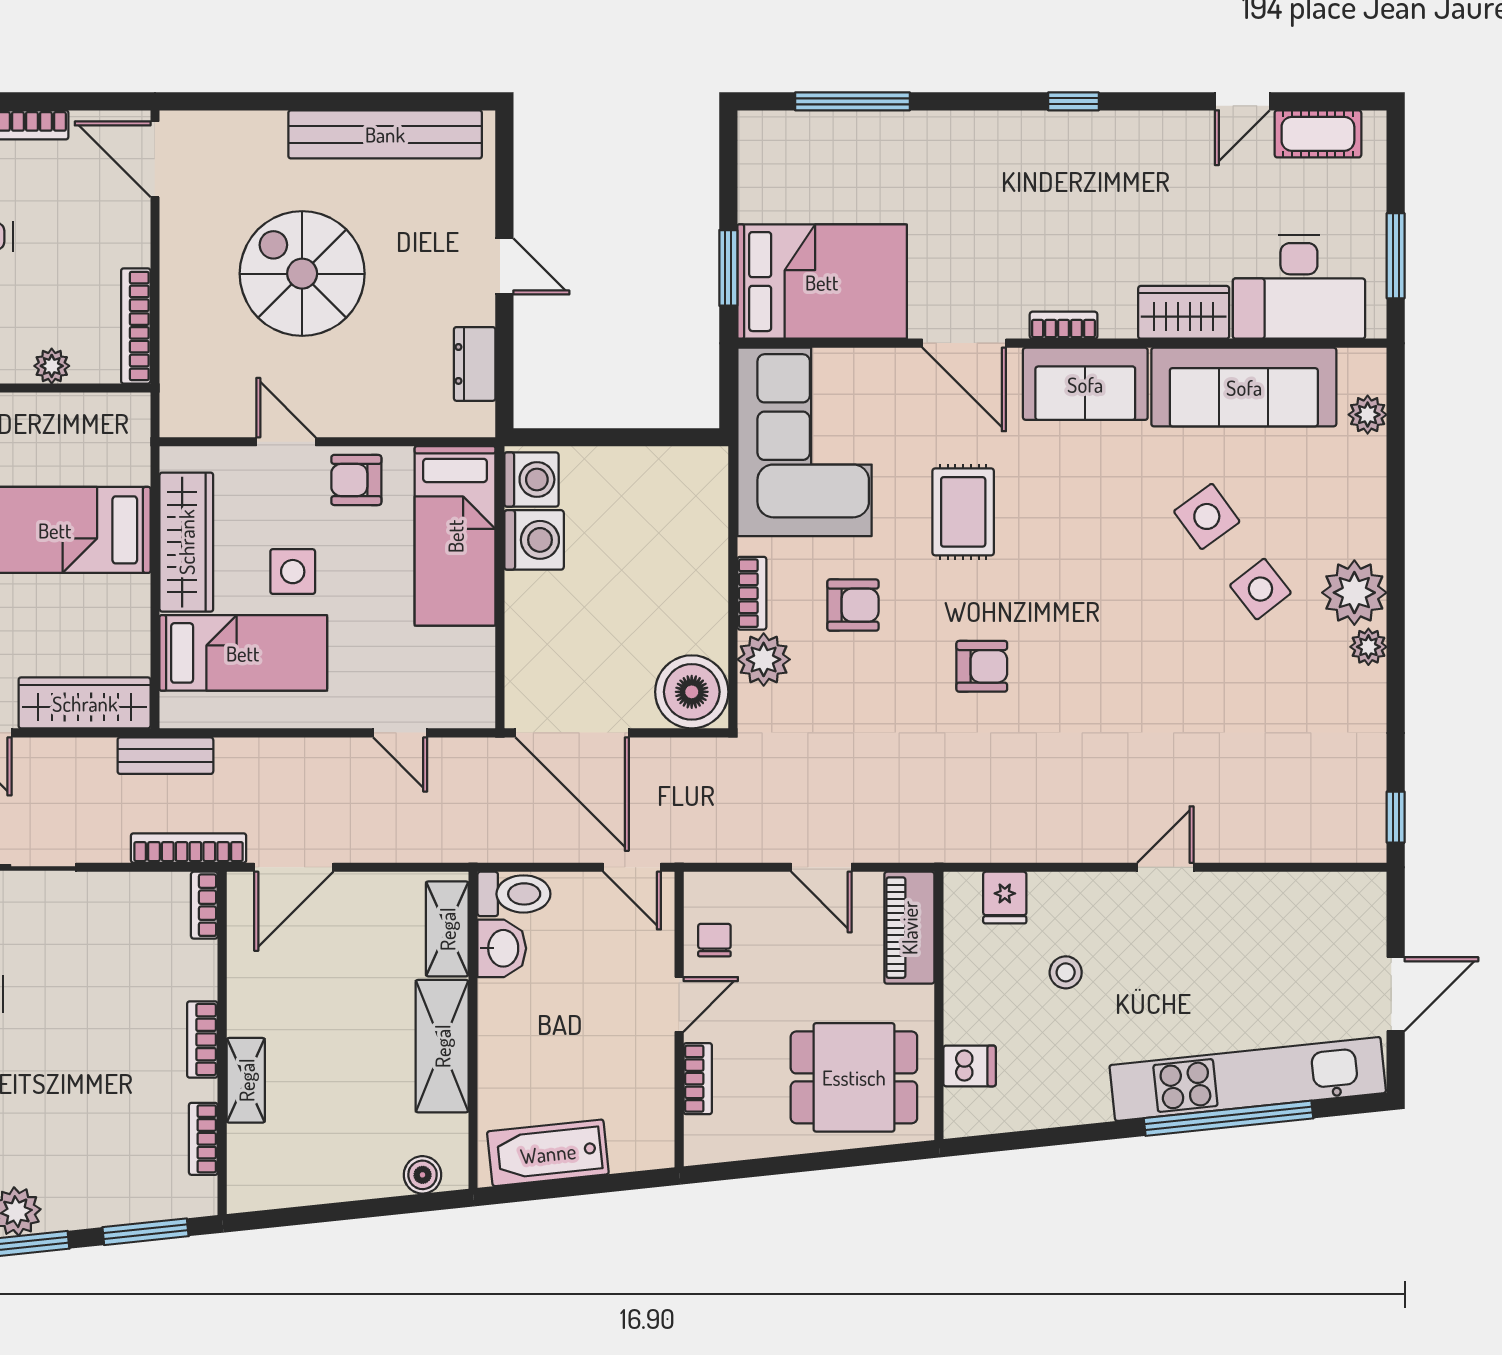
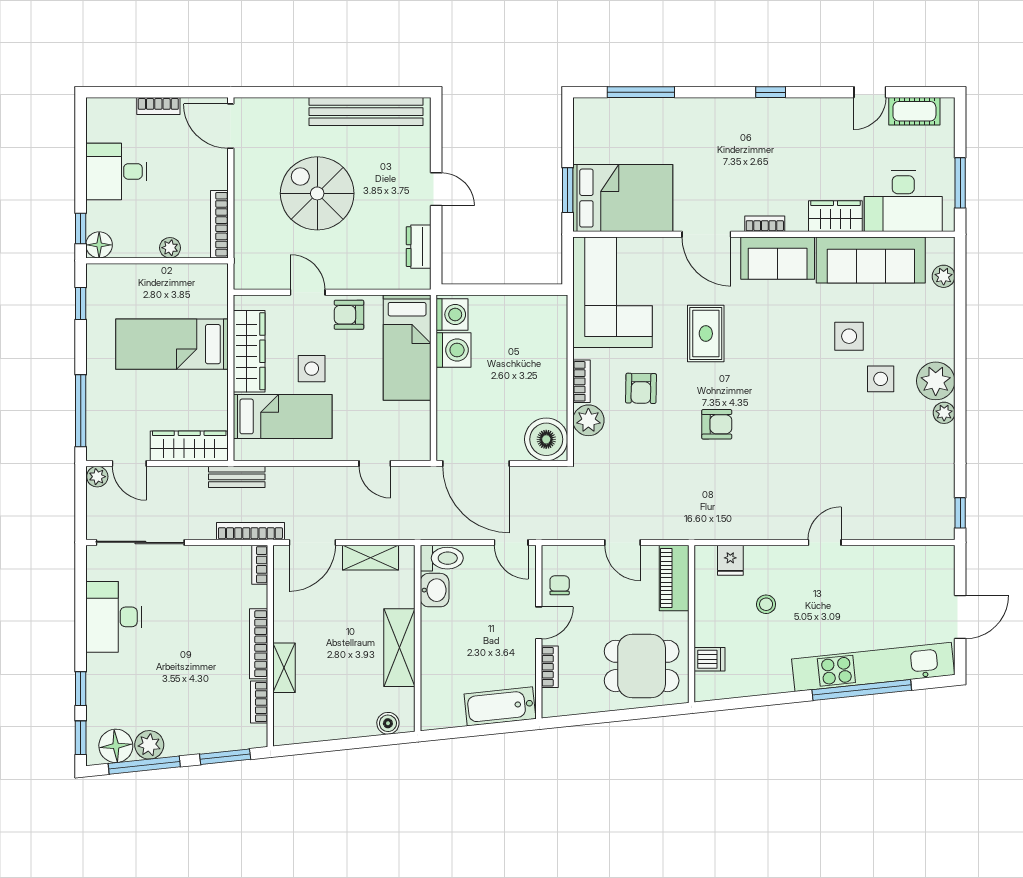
side table: (1207, 516) -> (849, 336), turned 36
side table: (1260, 589) -> (881, 379), turned 38
armchair: (853, 605) -> (641, 388), turned 91
shelving: (447, 929) -> (371, 558), moved, turned 90
bookcase: (202, 1039) -> (259, 644), width x1.56
bathtub: (548, 1153) -> (500, 706), moved

